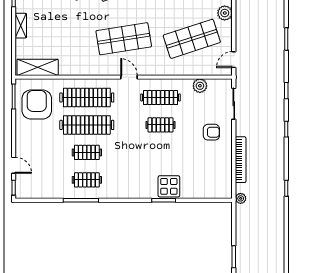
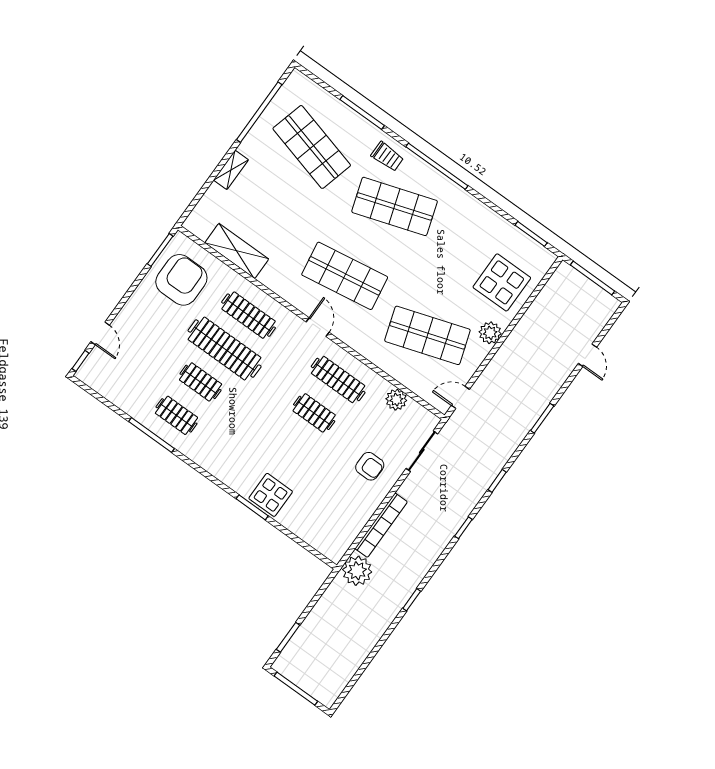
shelving: (38, 67) -> (237, 251), moved
clothes rail: (87, 97) -> (249, 315), width x0.73, depth x0.76
plant: (241, 198) -> (357, 571), width x1.88, depth x1.88

